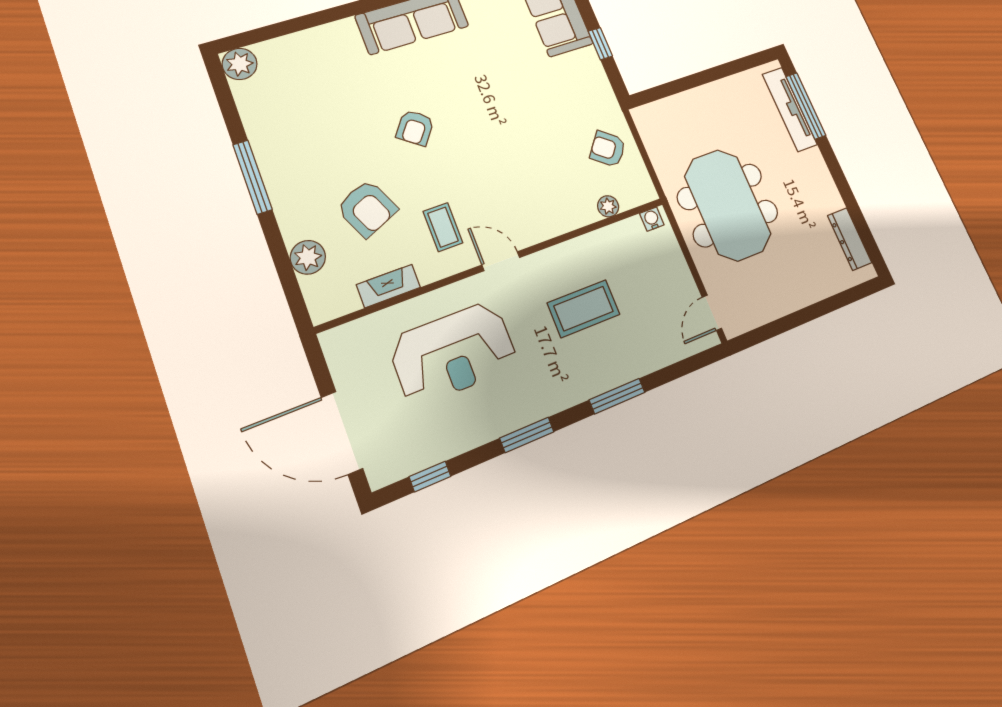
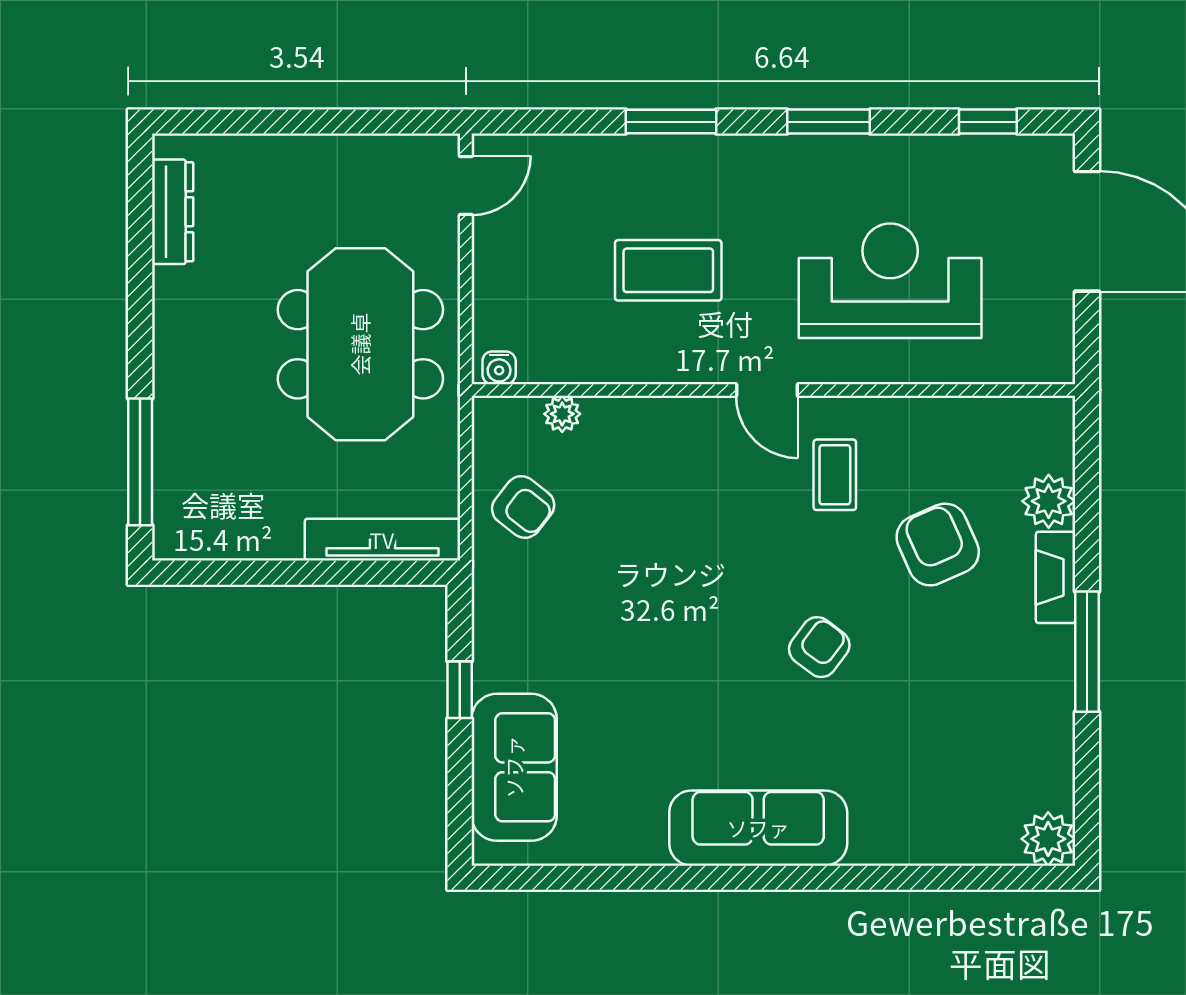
tv unit: (790, 109) -> (382, 540), moved, turned -90
fireplace: (388, 286) -> (1056, 577), moved, turned 90

